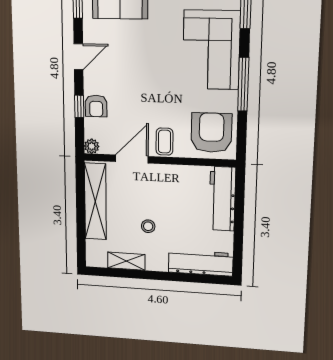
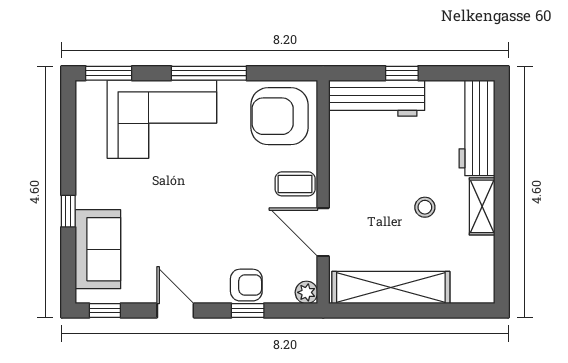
window: (239, 216) -> (402, 73), added
shelving: (126, 261) -> (482, 206), moved

